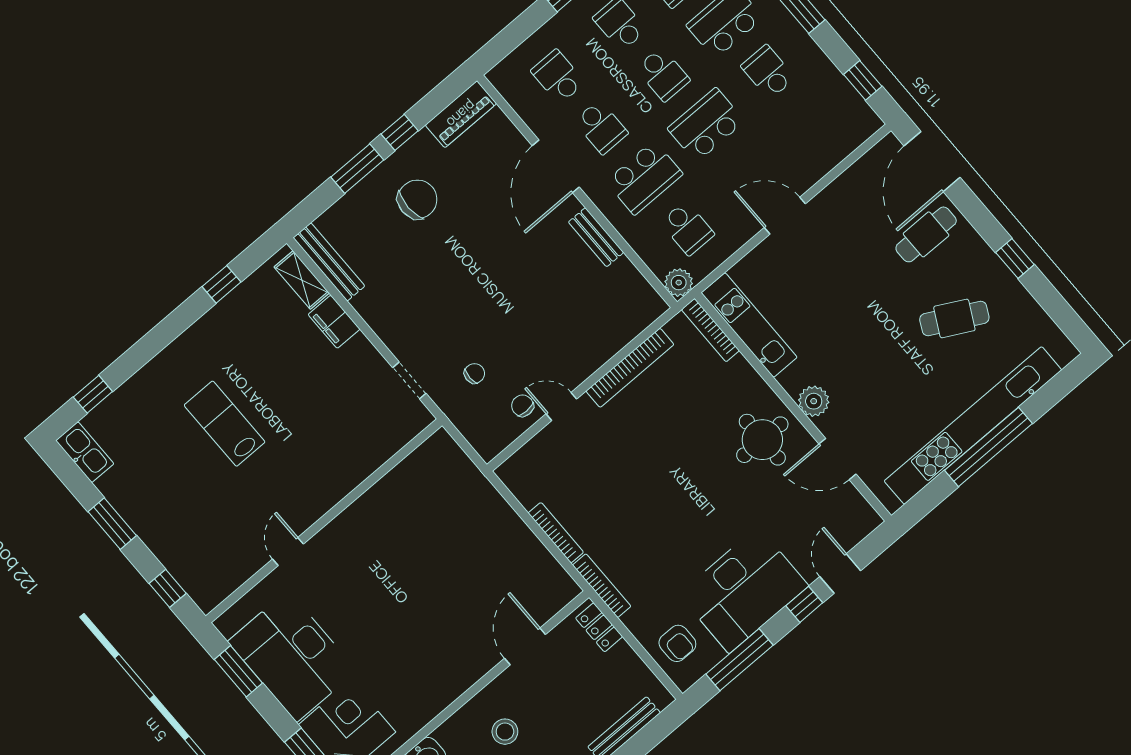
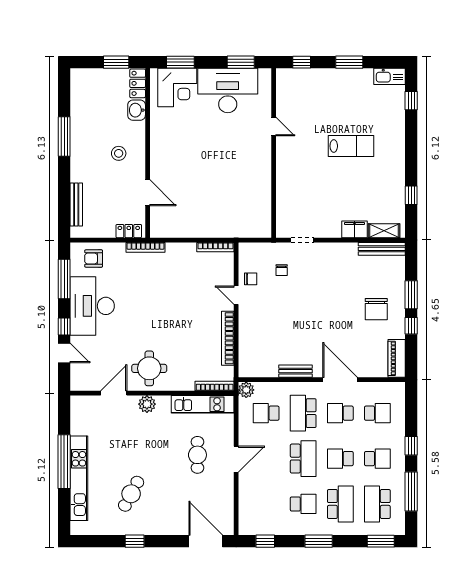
cafe table: (926, 234) -> (197, 455), moved
door: (561, 406) -> (236, 295), swing flipped
kitchen unit: (973, 425) -> (79, 478), width x0.73
bookcase: (556, 533) -> (215, 247), moved

